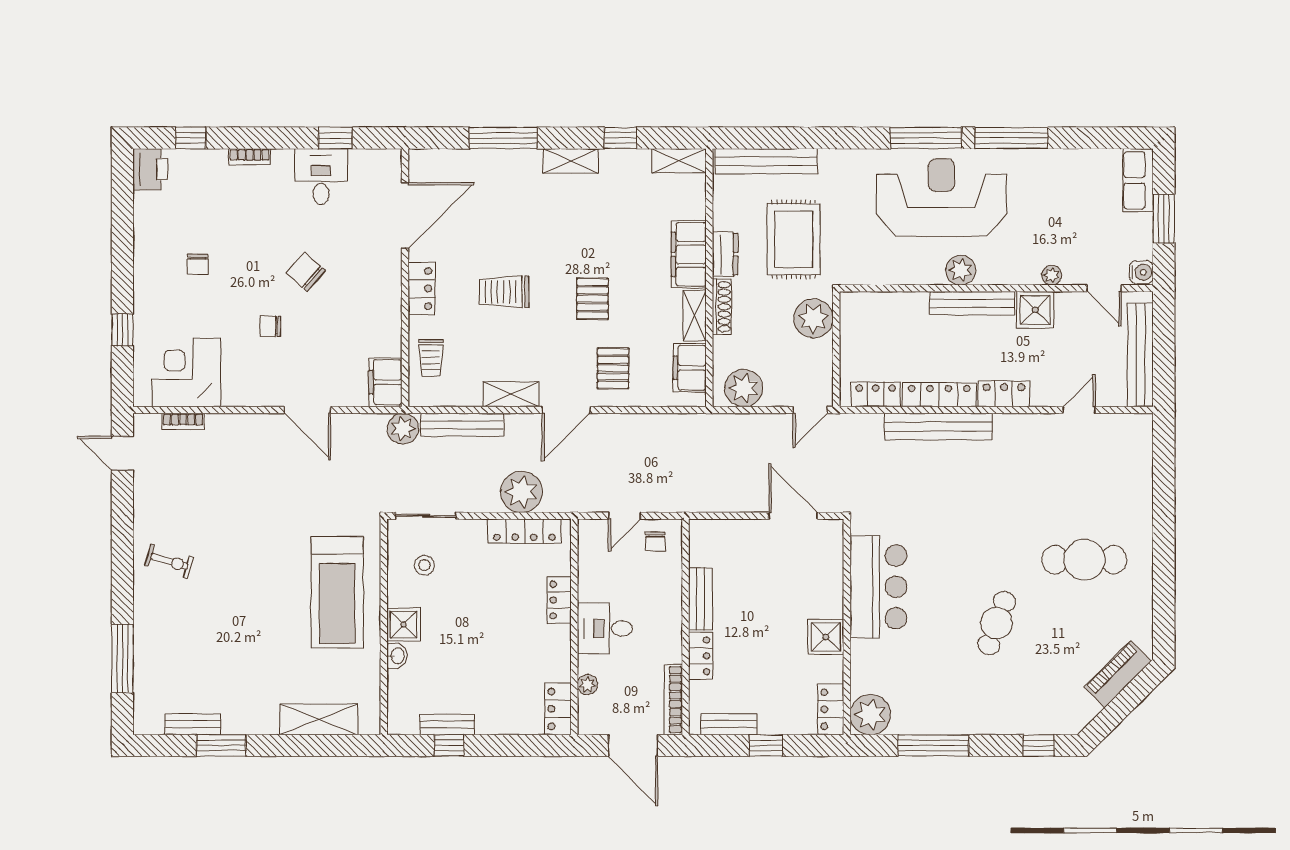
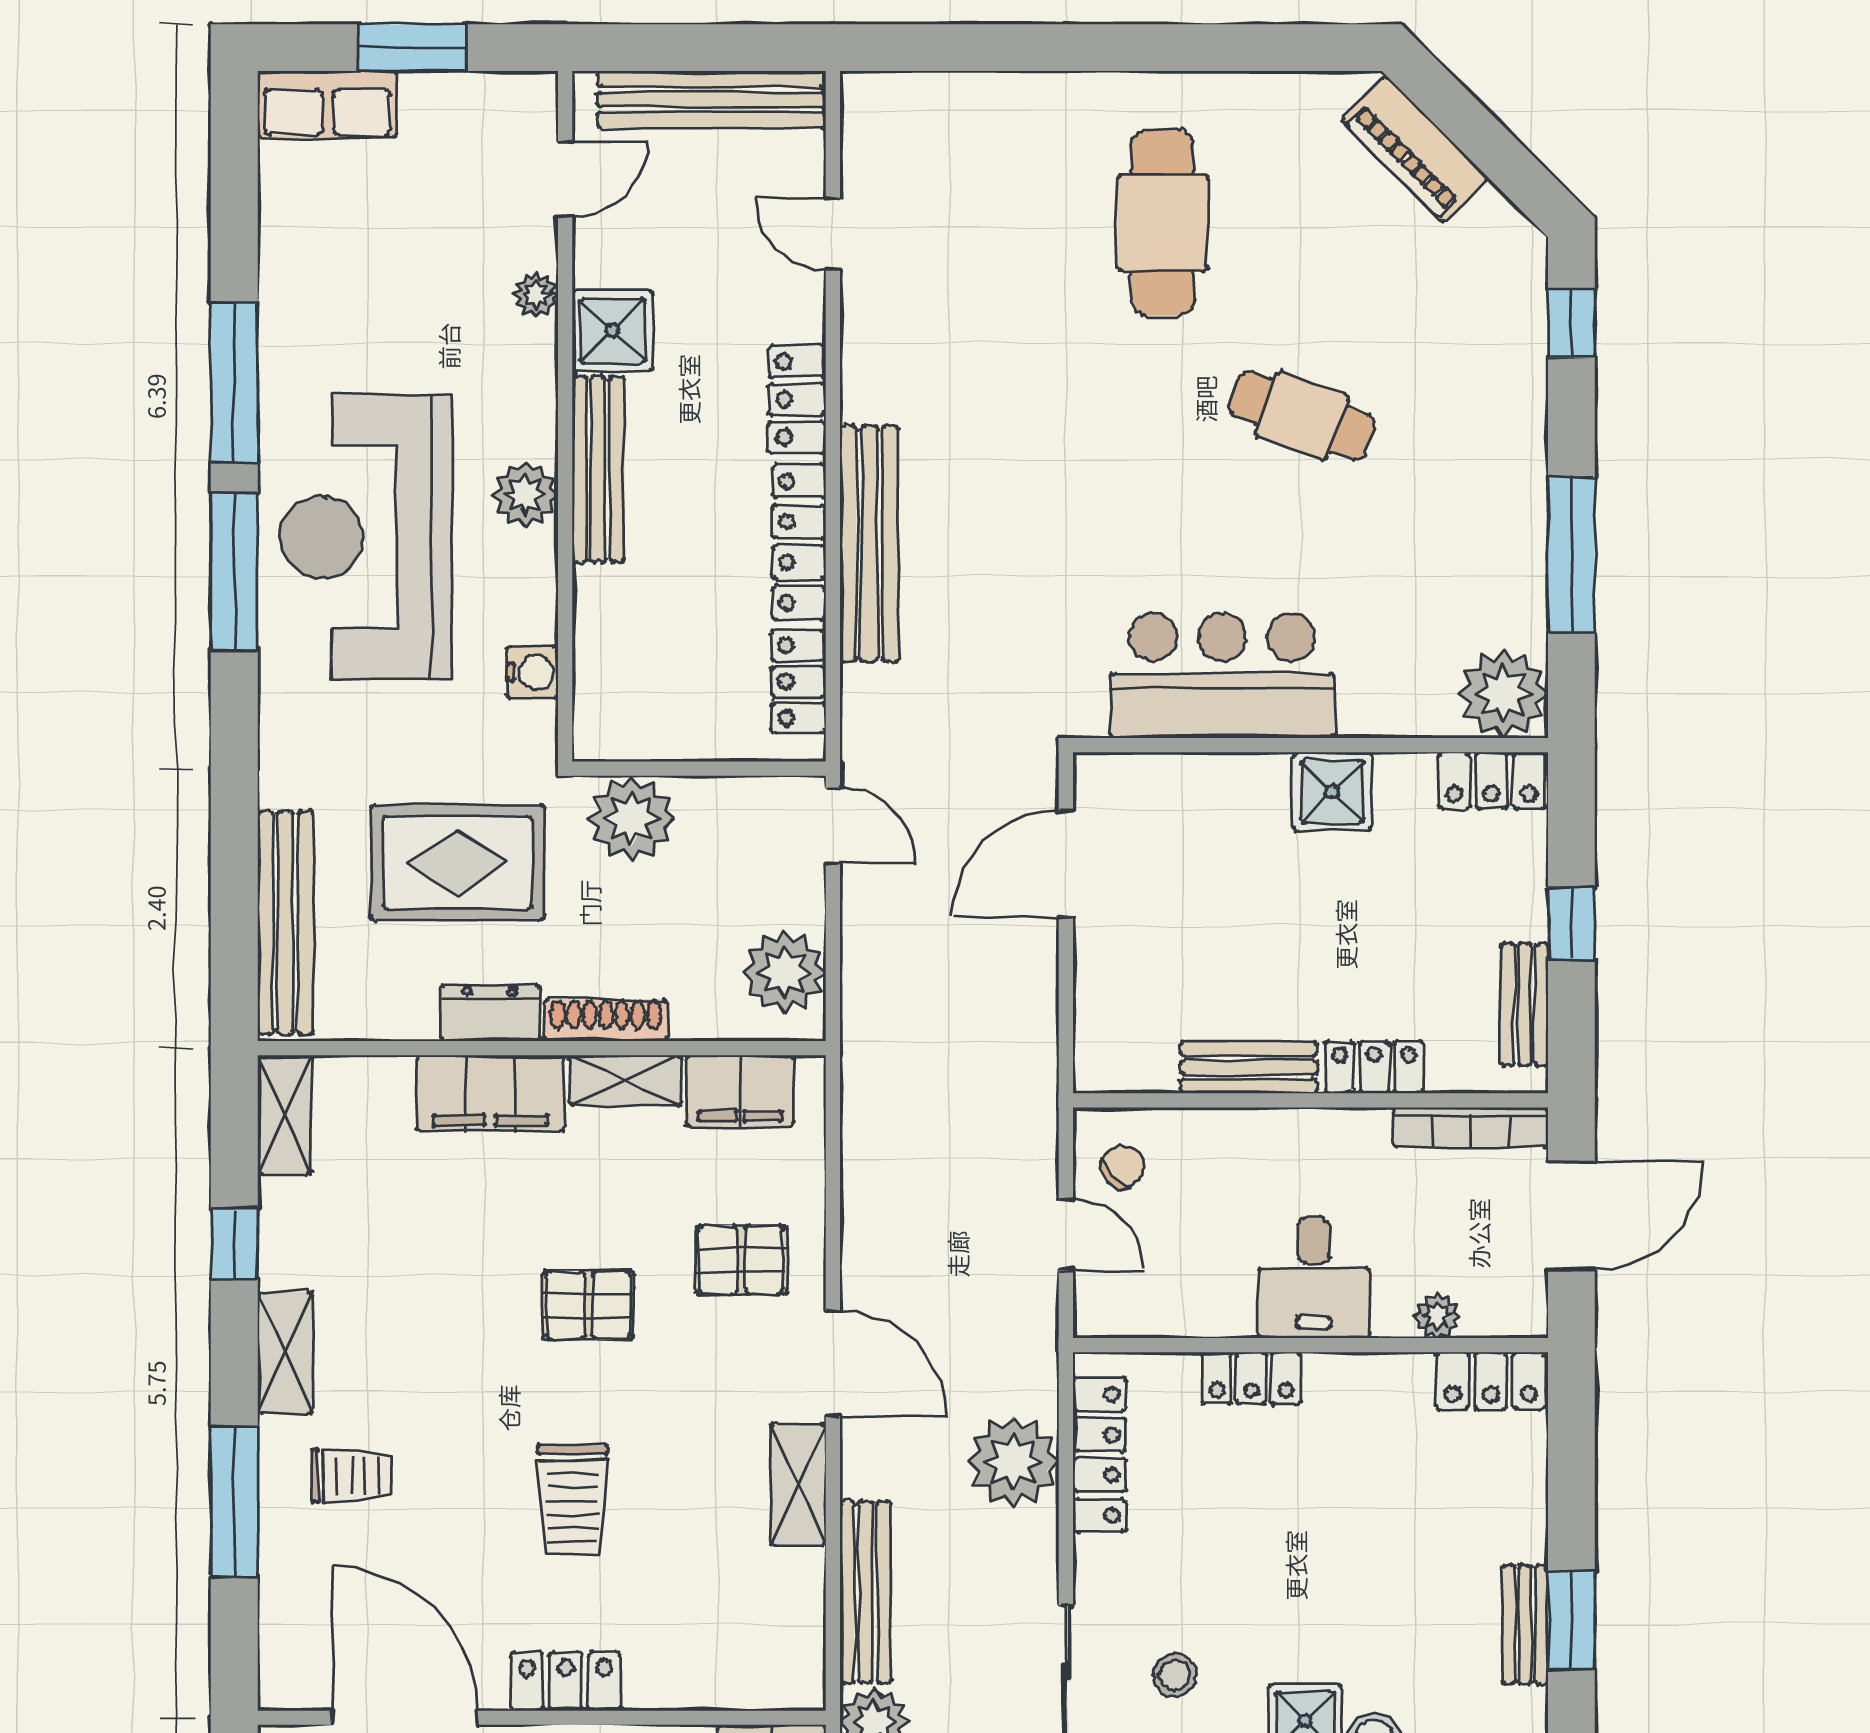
water cooler: (1141, 272) -> (532, 672), moved, turned 90
trolley: (431, 358) -> (352, 1476), moved
chair: (655, 542) -> (1123, 1167), turned -44
window: (449, 745) -> (1571, 1620), width x1.50

